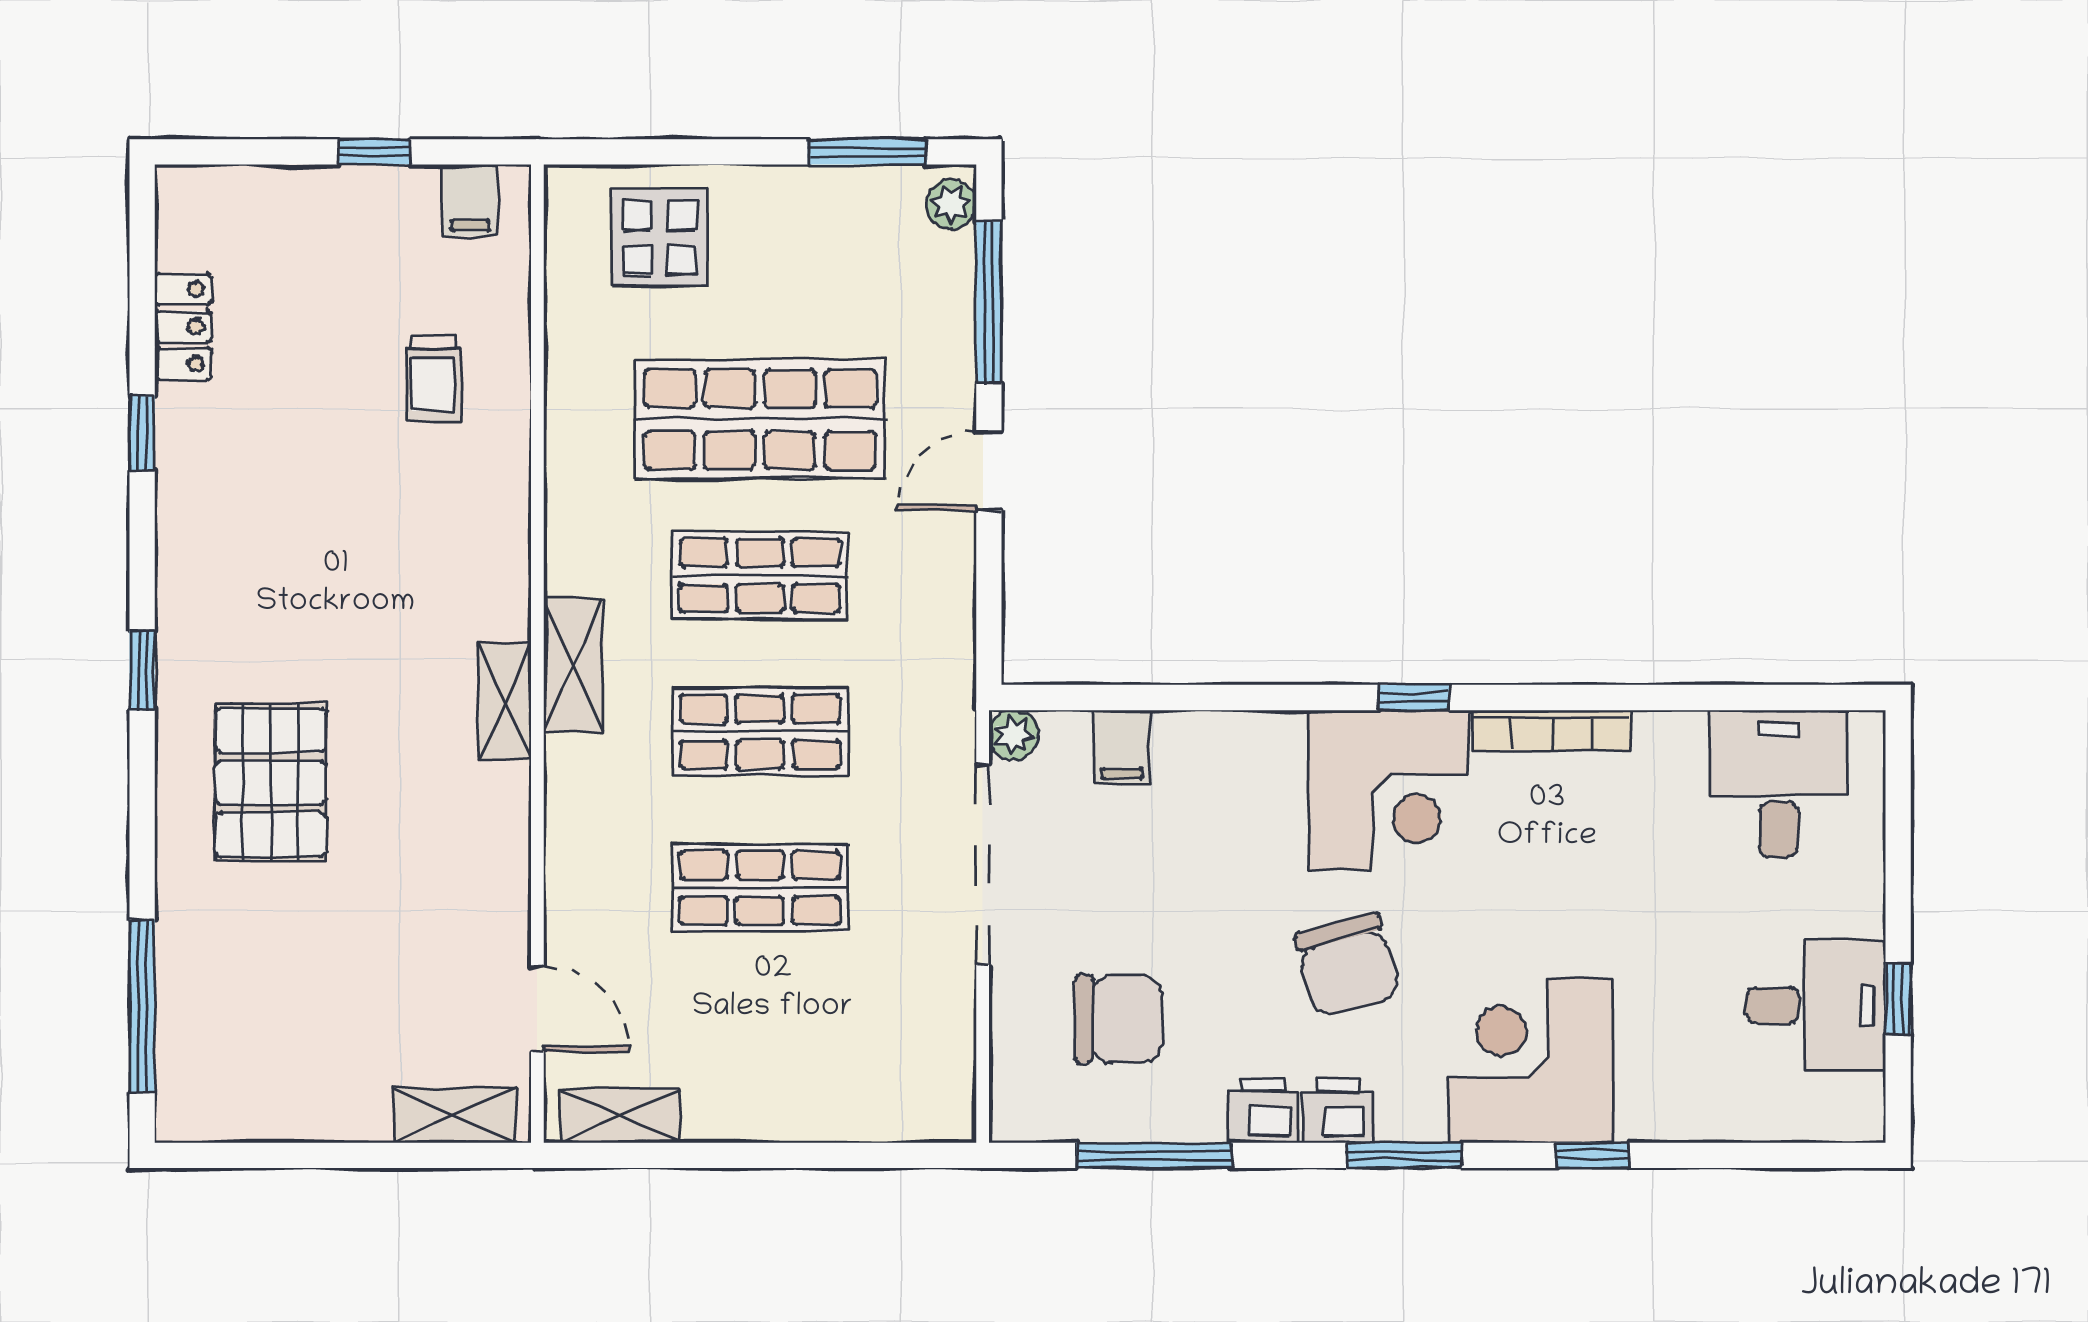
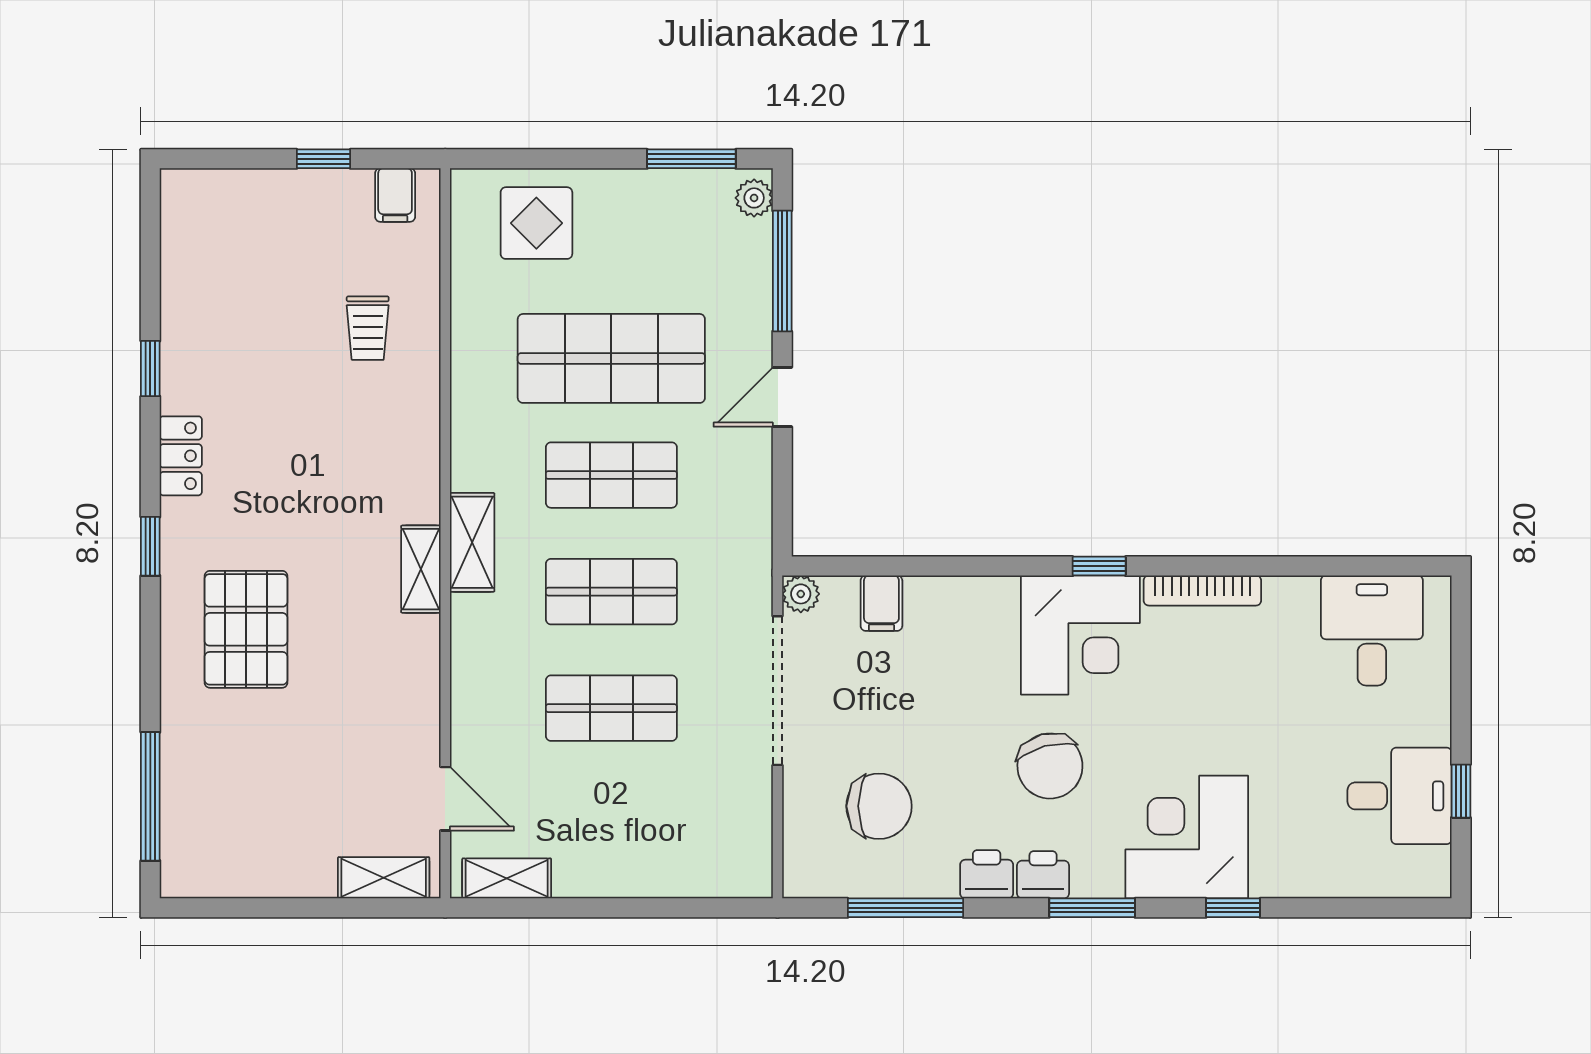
locker: (183, 326) -> (181, 456), moved

